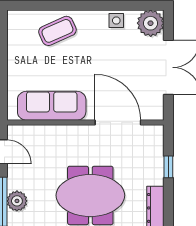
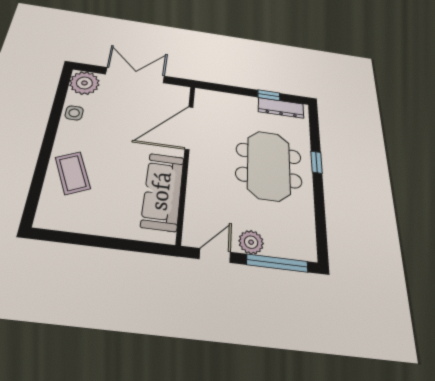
window: (168, 167) -> (269, 95), moved
plant: (17, 201) -> (251, 242), moved

